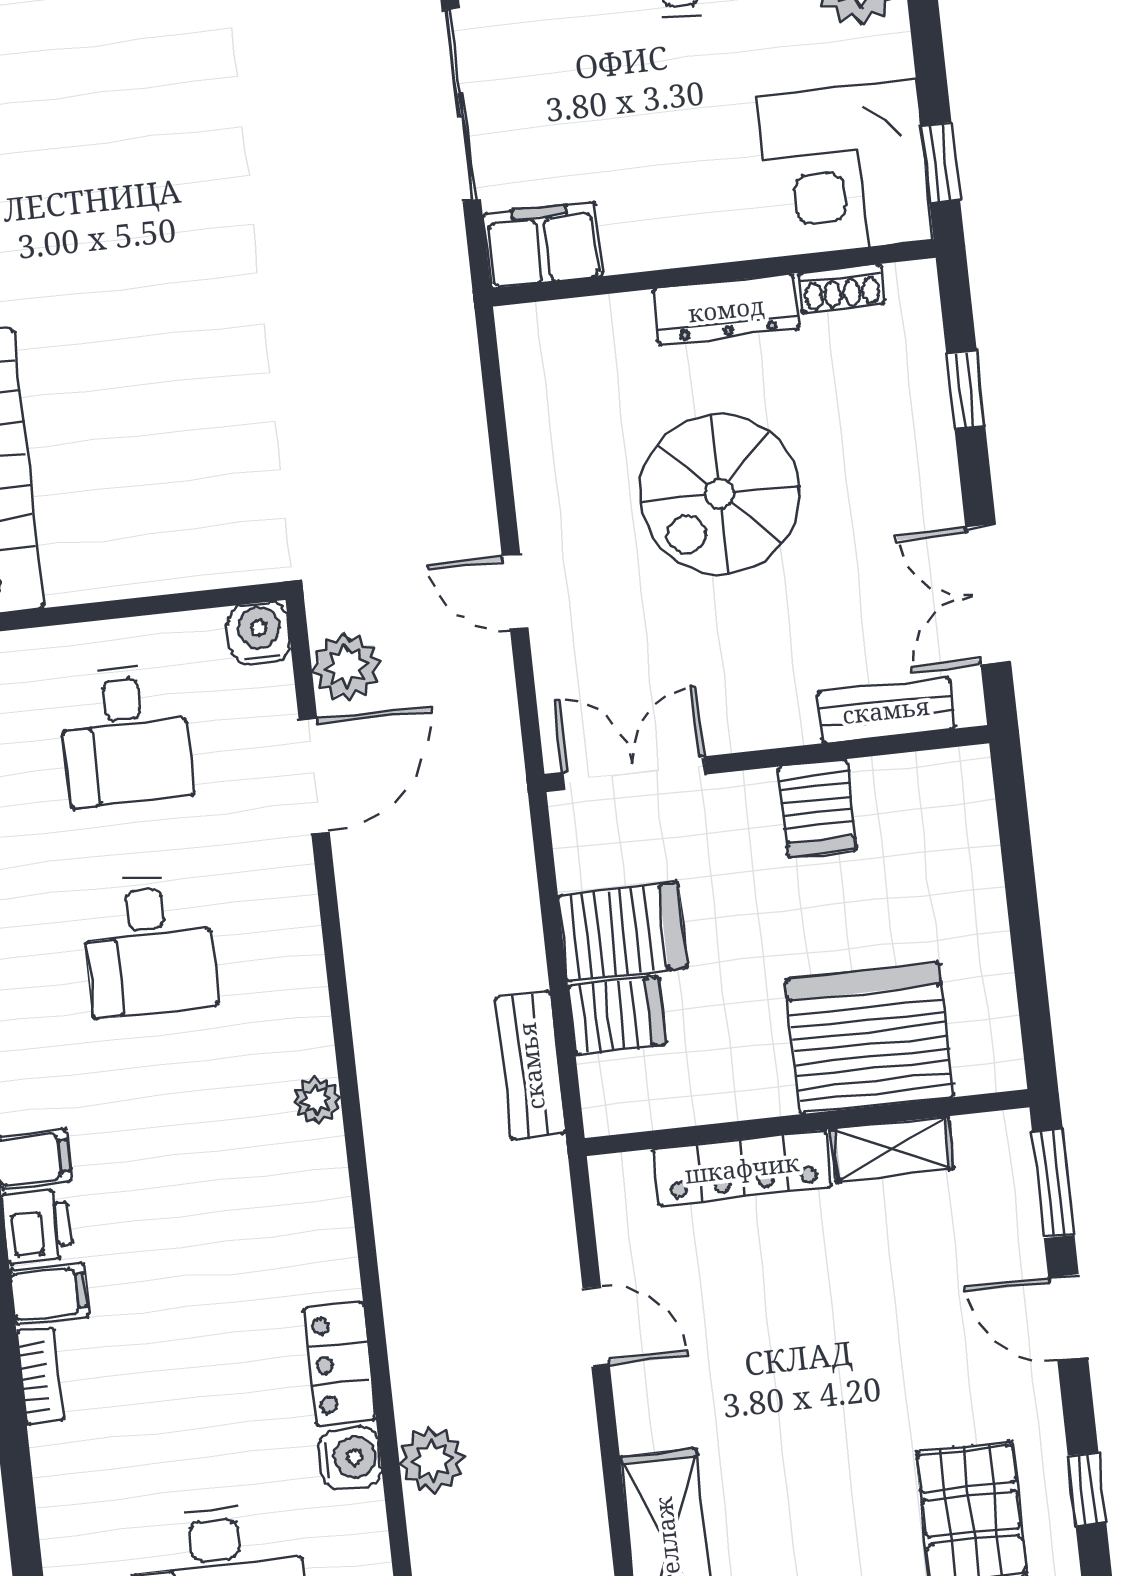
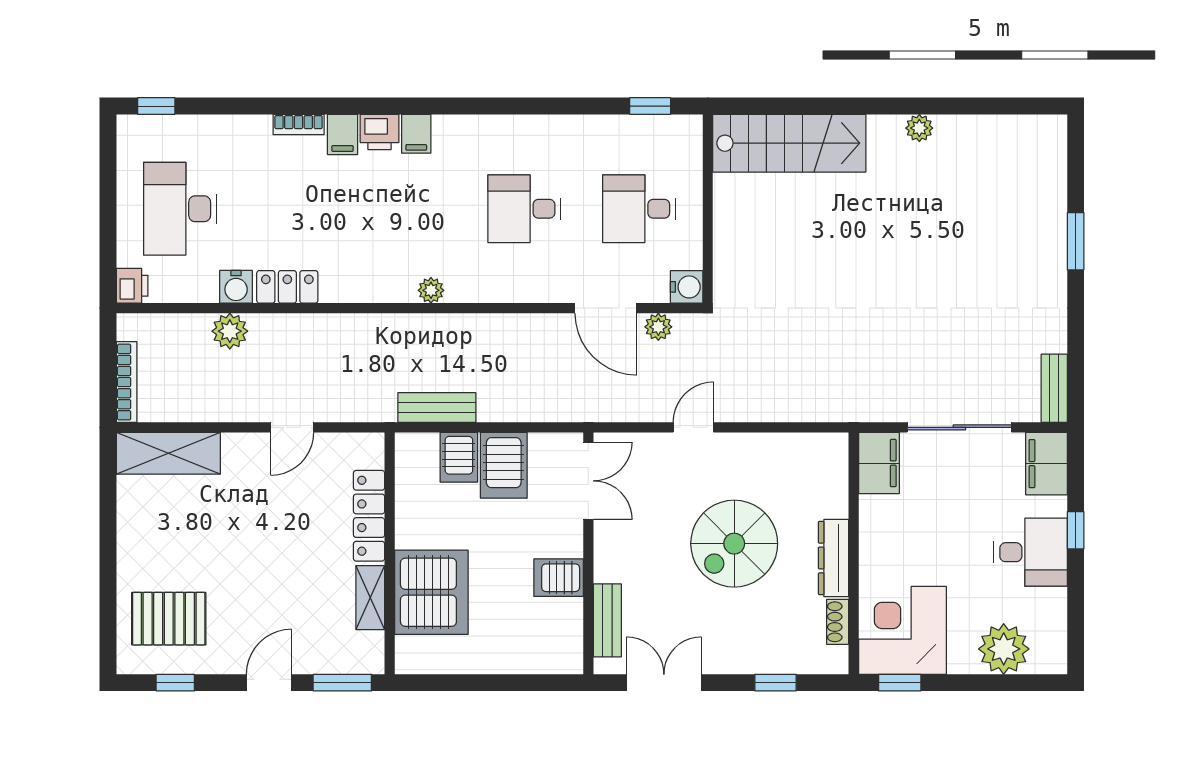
spiral stairs: (719, 494) -> (734, 544), turned -90
plant: (346, 666) -> (658, 327), width x0.73, depth x0.73

